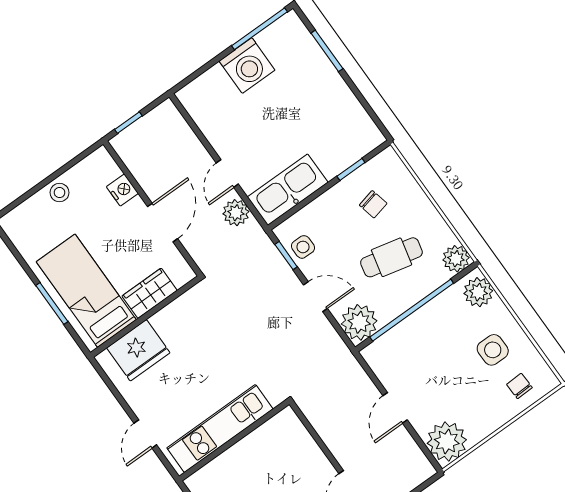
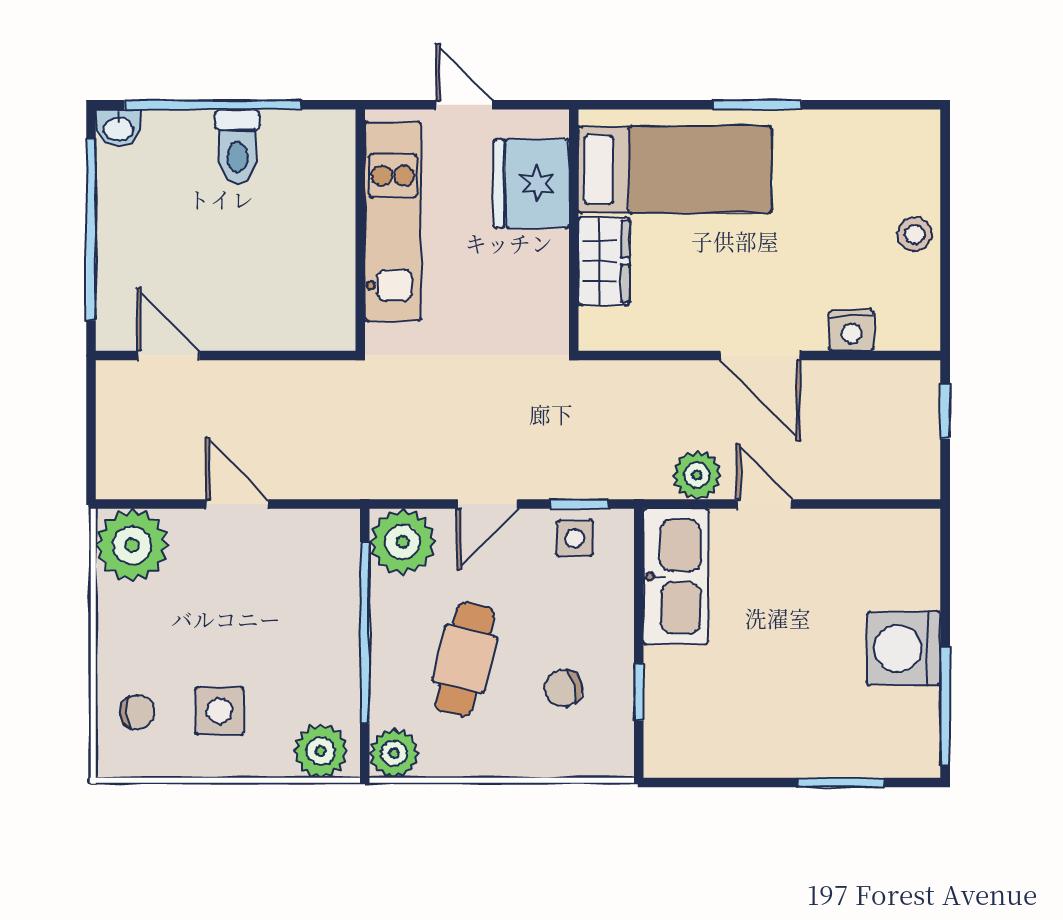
bed: (86, 291) -> (675, 170), moved
wardrobe: (150, 293) -> (604, 261), moved
wall: (145, 316) -> (574, 230), moved
fridge: (138, 350) -> (531, 183), moved

